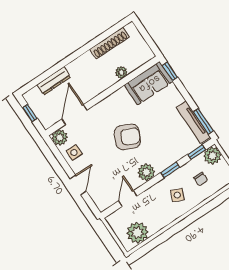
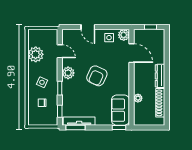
dresser: (54, 81) -> (160, 76), moved
plant: (212, 156) -> (51, 119), removed
plant: (137, 233) -> (36, 54), moved

